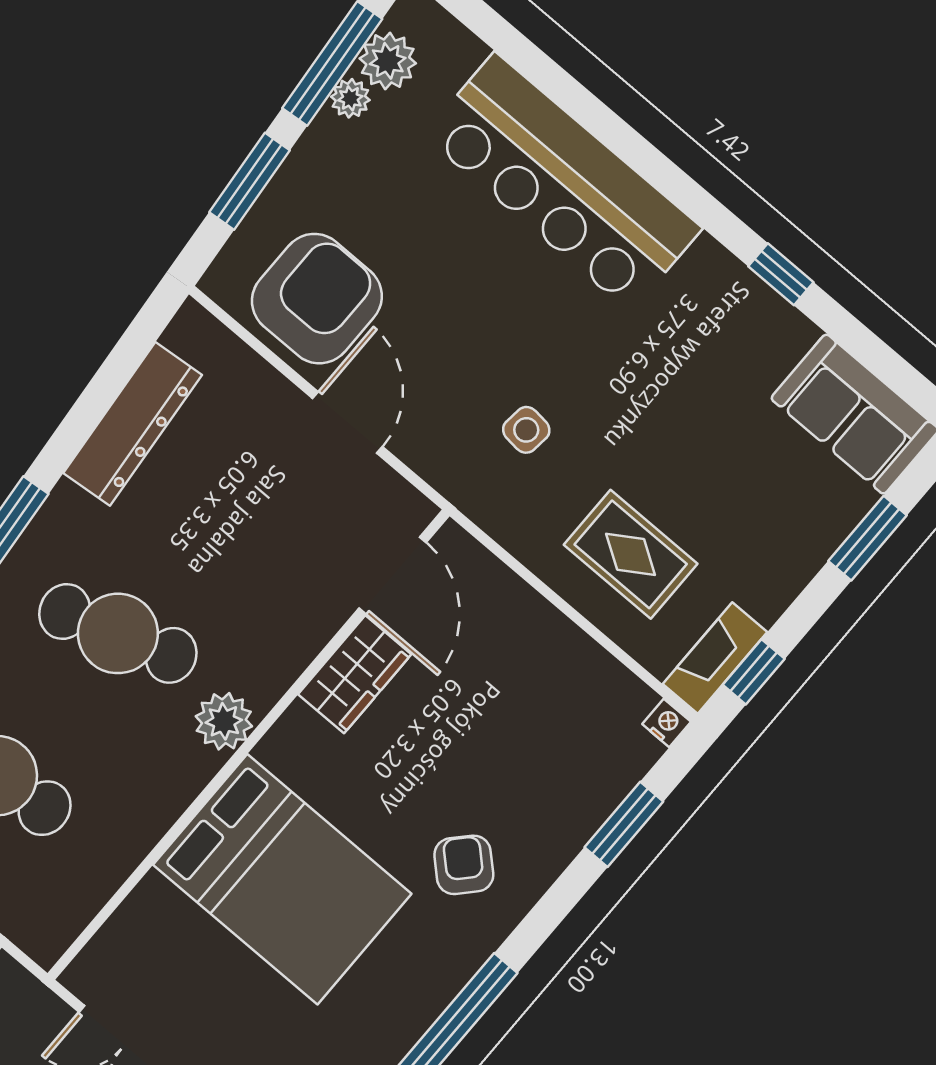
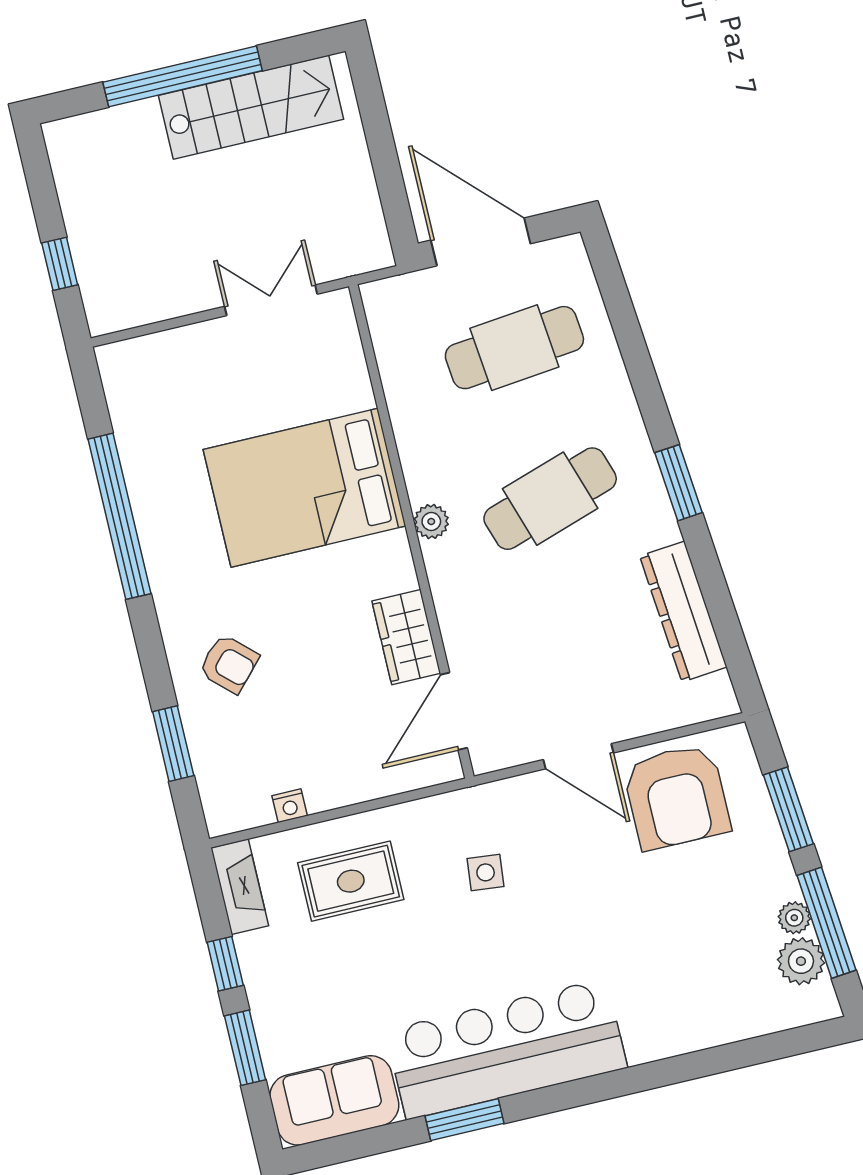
bar counter: (563, 182) -> (506, 1049), moved
window: (781, 274) -> (464, 1120), width x1.50
door: (393, 575) -> (454, 711), hinge flipped
window: (754, 672) -> (225, 964), moved
plant: (224, 721) -> (431, 521), width x0.73, depth x0.73
nightstand: (667, 723) -> (290, 806), moved
armchair: (464, 865) -> (229, 664), moved

